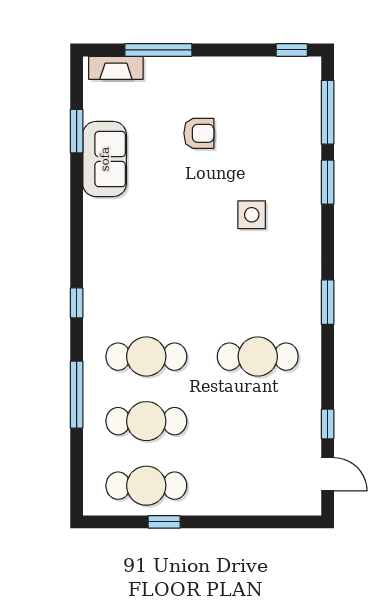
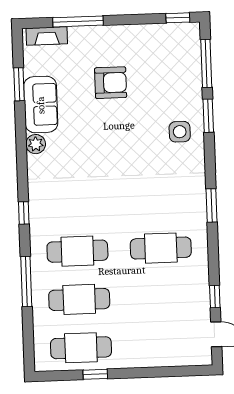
armchair: (199, 133) -> (111, 83), width x1.38, depth x1.38
plant: (96, 212) -> (36, 144), added
side table: (252, 215) -> (180, 132), moved

